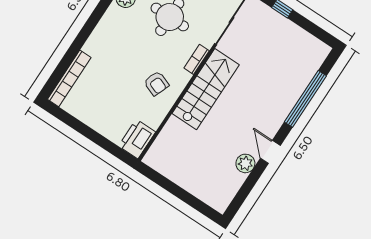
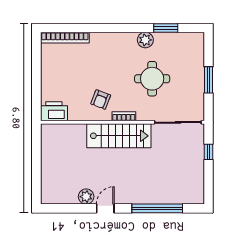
bookcase: (197, 59) -> (124, 116), moved

